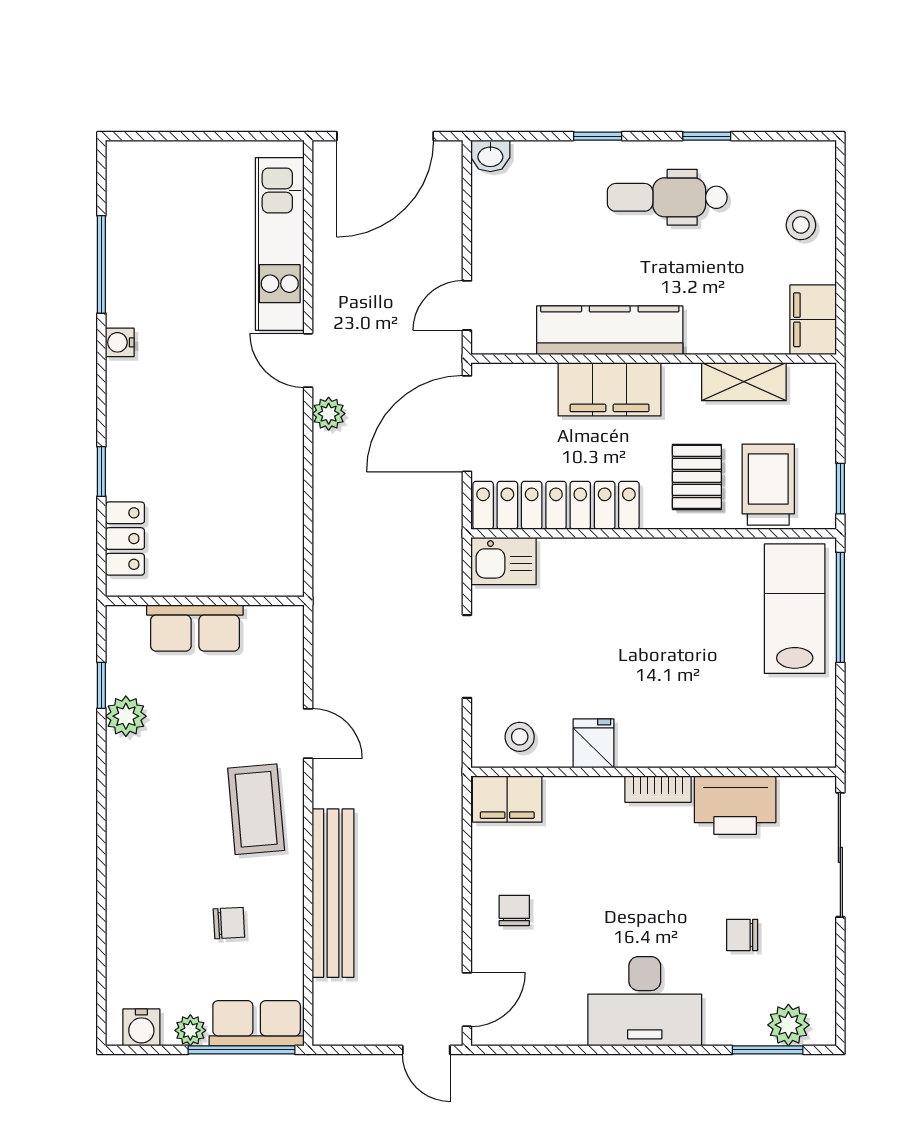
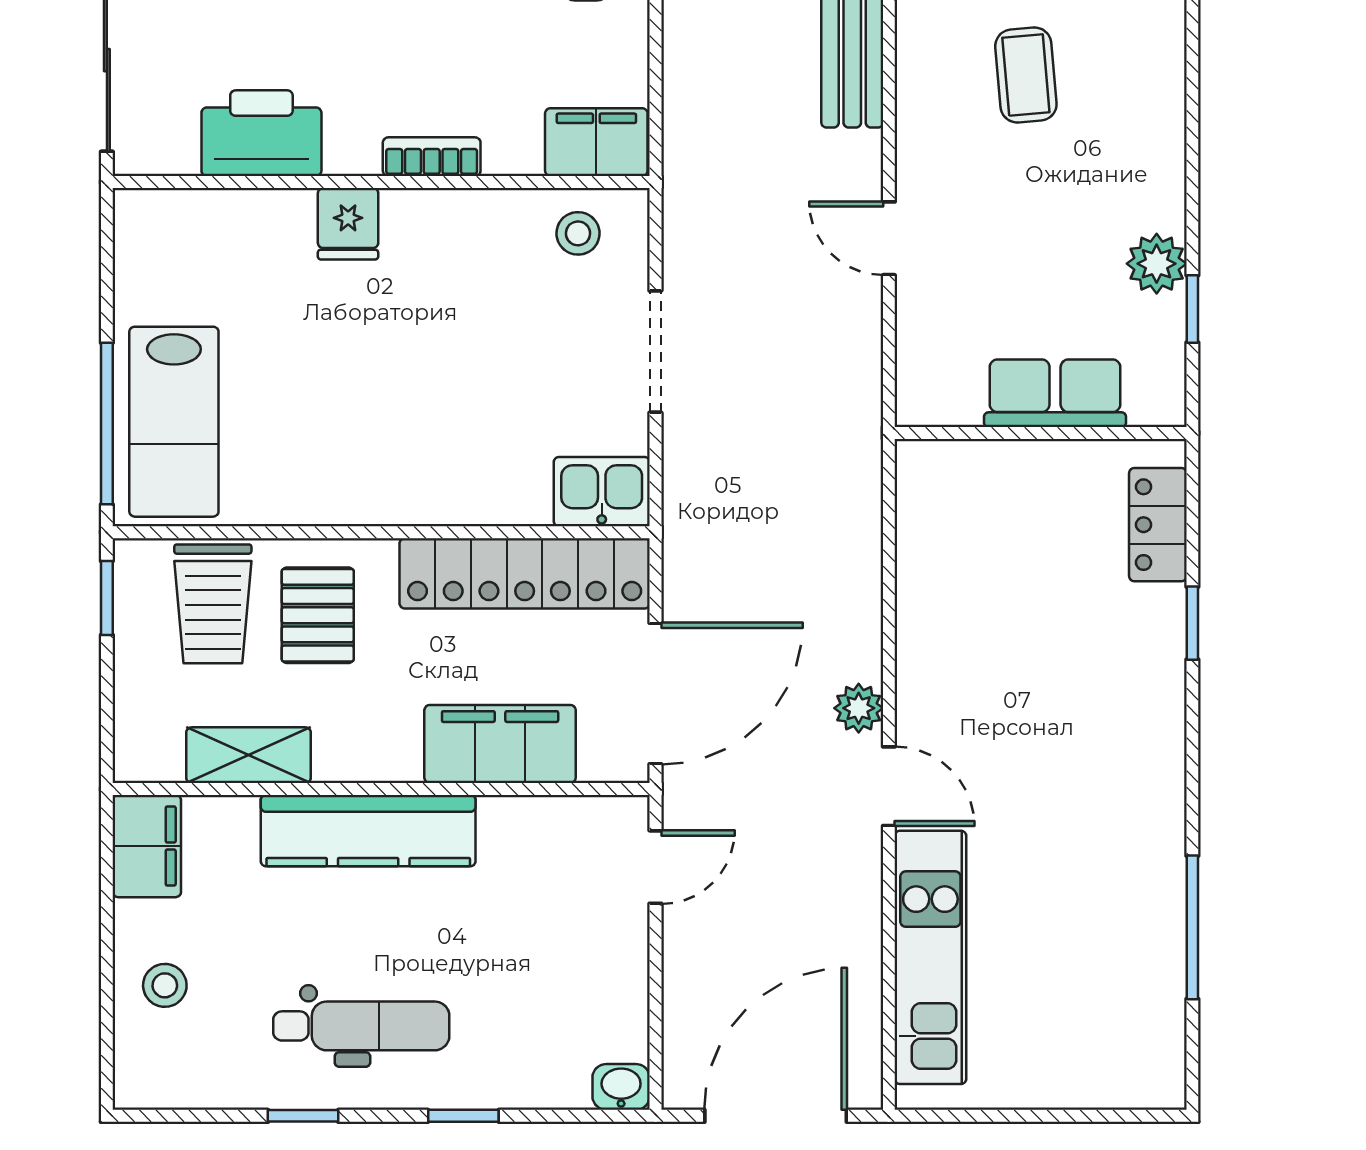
kitchen counter: (610, 330) -> (368, 831), moved
water cooler: (120, 342) -> (1166, 813), removed
filing cabinet: (610, 389) -> (500, 744), moved
fridge: (593, 743) -> (348, 224), moved
bookcase: (658, 789) -> (432, 157), moved
coffee table: (256, 809) -> (1026, 75), moved, width x0.73, depth x0.77

